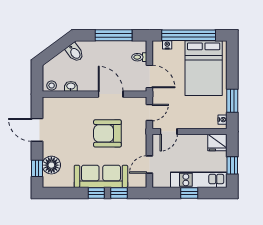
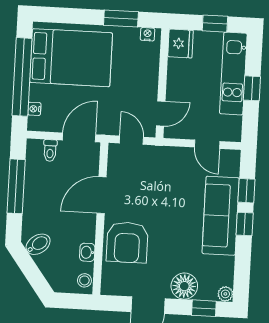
door: (169, 132) -> (161, 114), hinge flipped
armchair: (107, 133) -> (127, 242), moved
floor lamp: (51, 165) -> (184, 286), moved
plant: (48, 183) -> (225, 294), added

